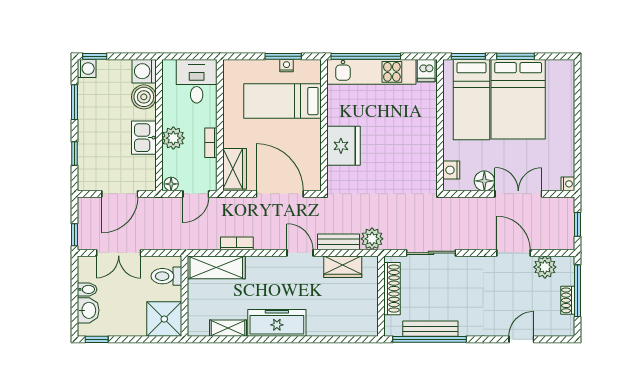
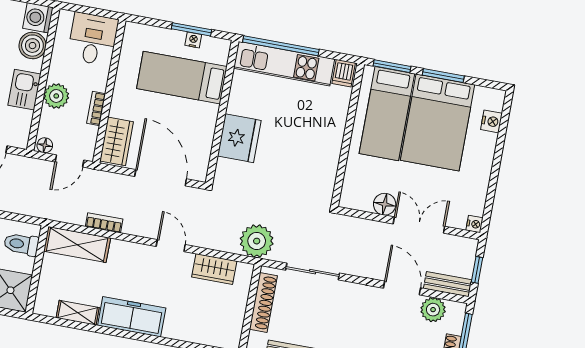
nightstand: (451, 170) -> (491, 121), moved, turned 180
plant: (372, 239) -> (257, 241), width x1.36, depth x1.36
bench: (338, 242) -> (448, 284), moved

